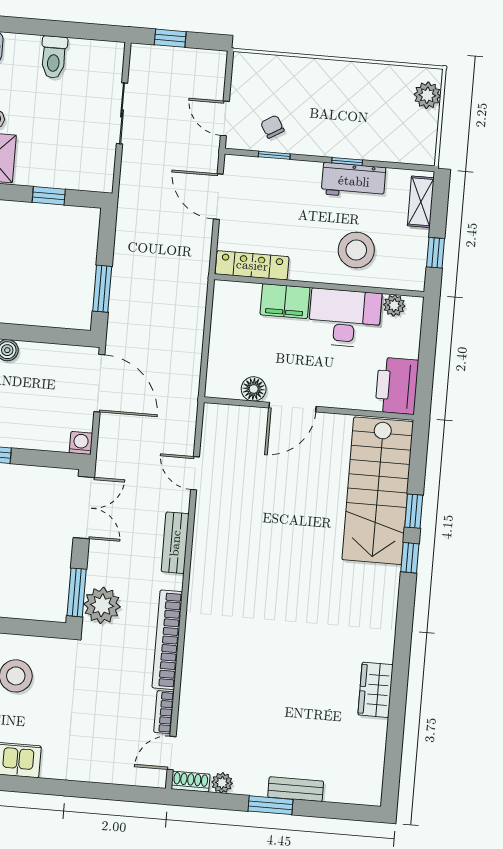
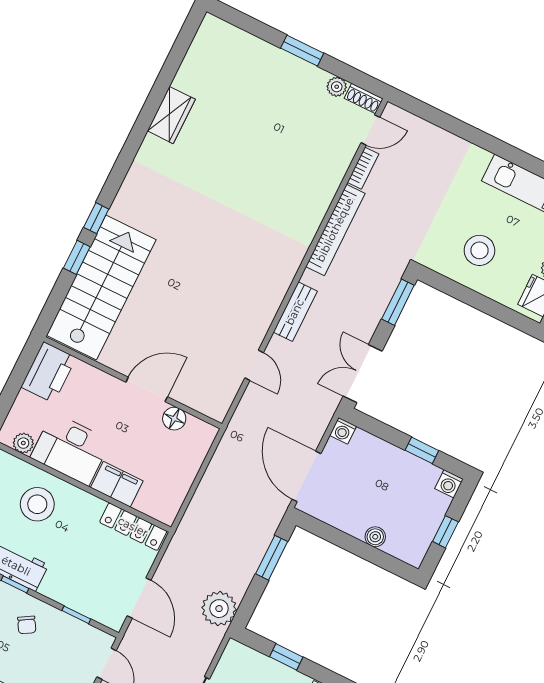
chair: (272, 127) -> (27, 625), moved
plant: (102, 605) -> (219, 609), moved
bench: (296, 789) -> (275, 56), removed

